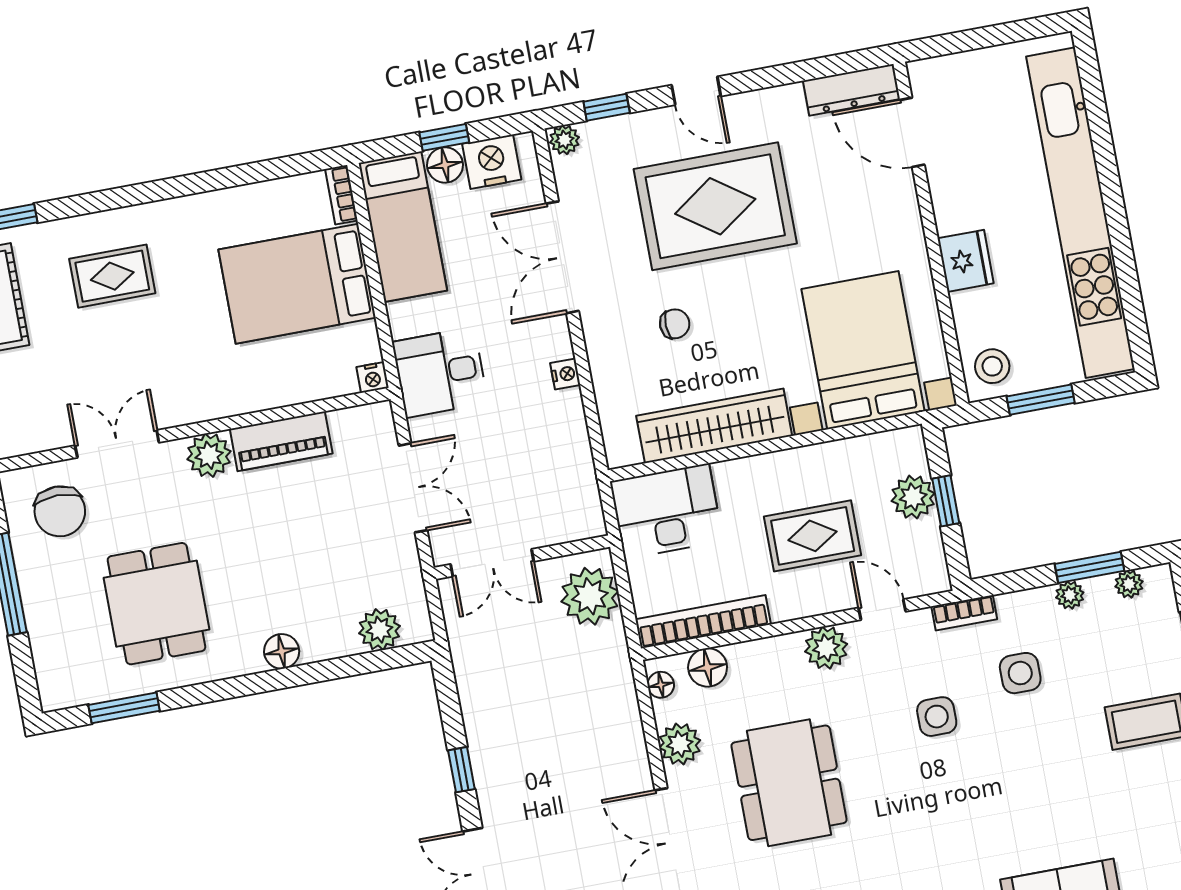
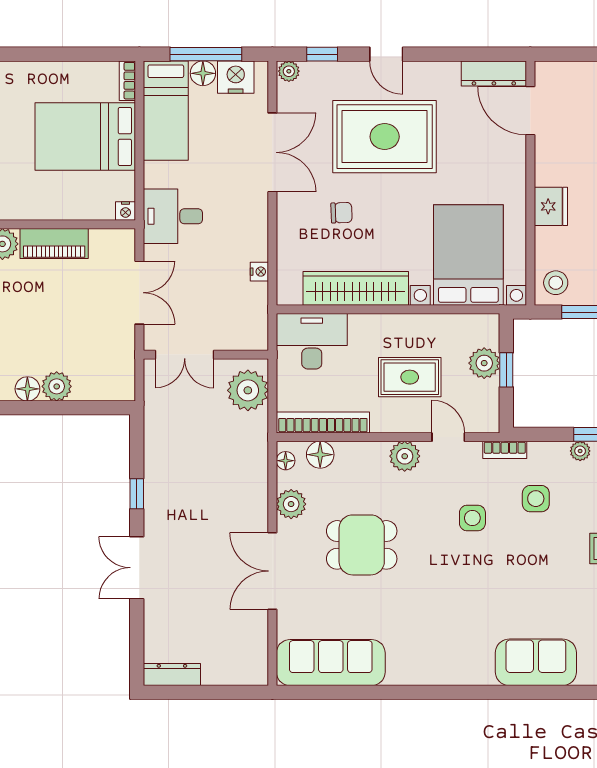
window: (444, 137) -> (206, 54), width x2.17
double door: (562, 257) -> (272, 152), swing flipped
nightstand: (565, 374) -> (259, 272), moved
plant: (379, 630) -> (57, 386), moved
dining table: (789, 783) -> (362, 545), width x0.73

